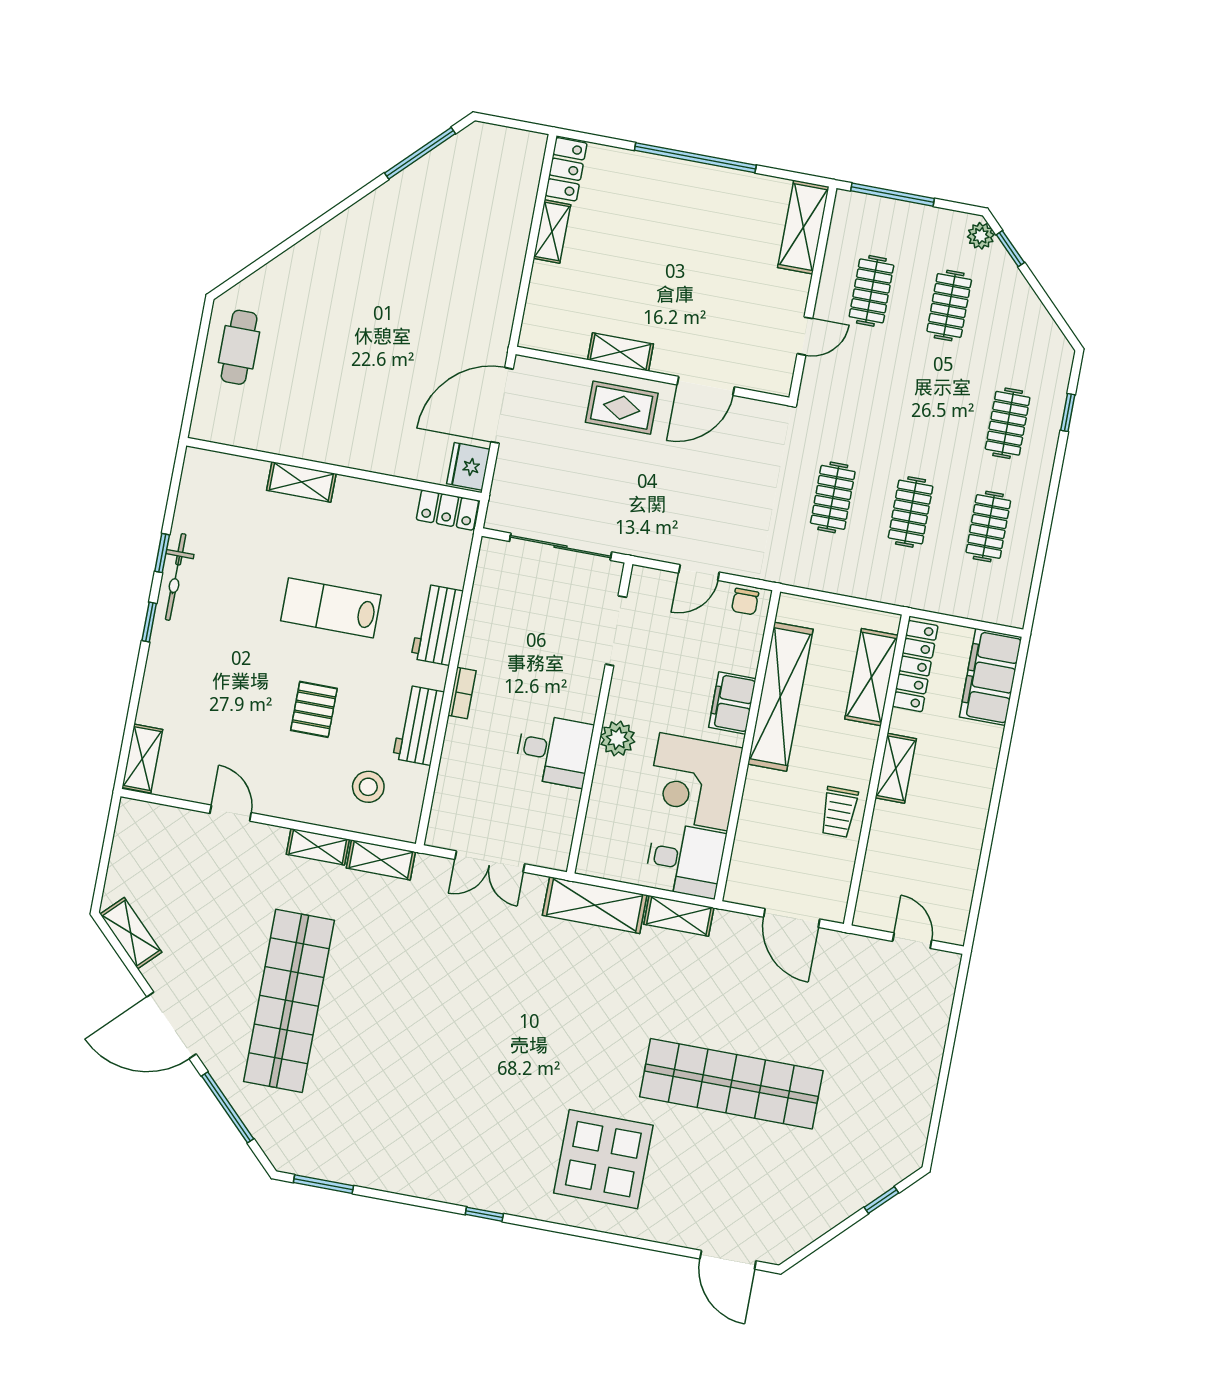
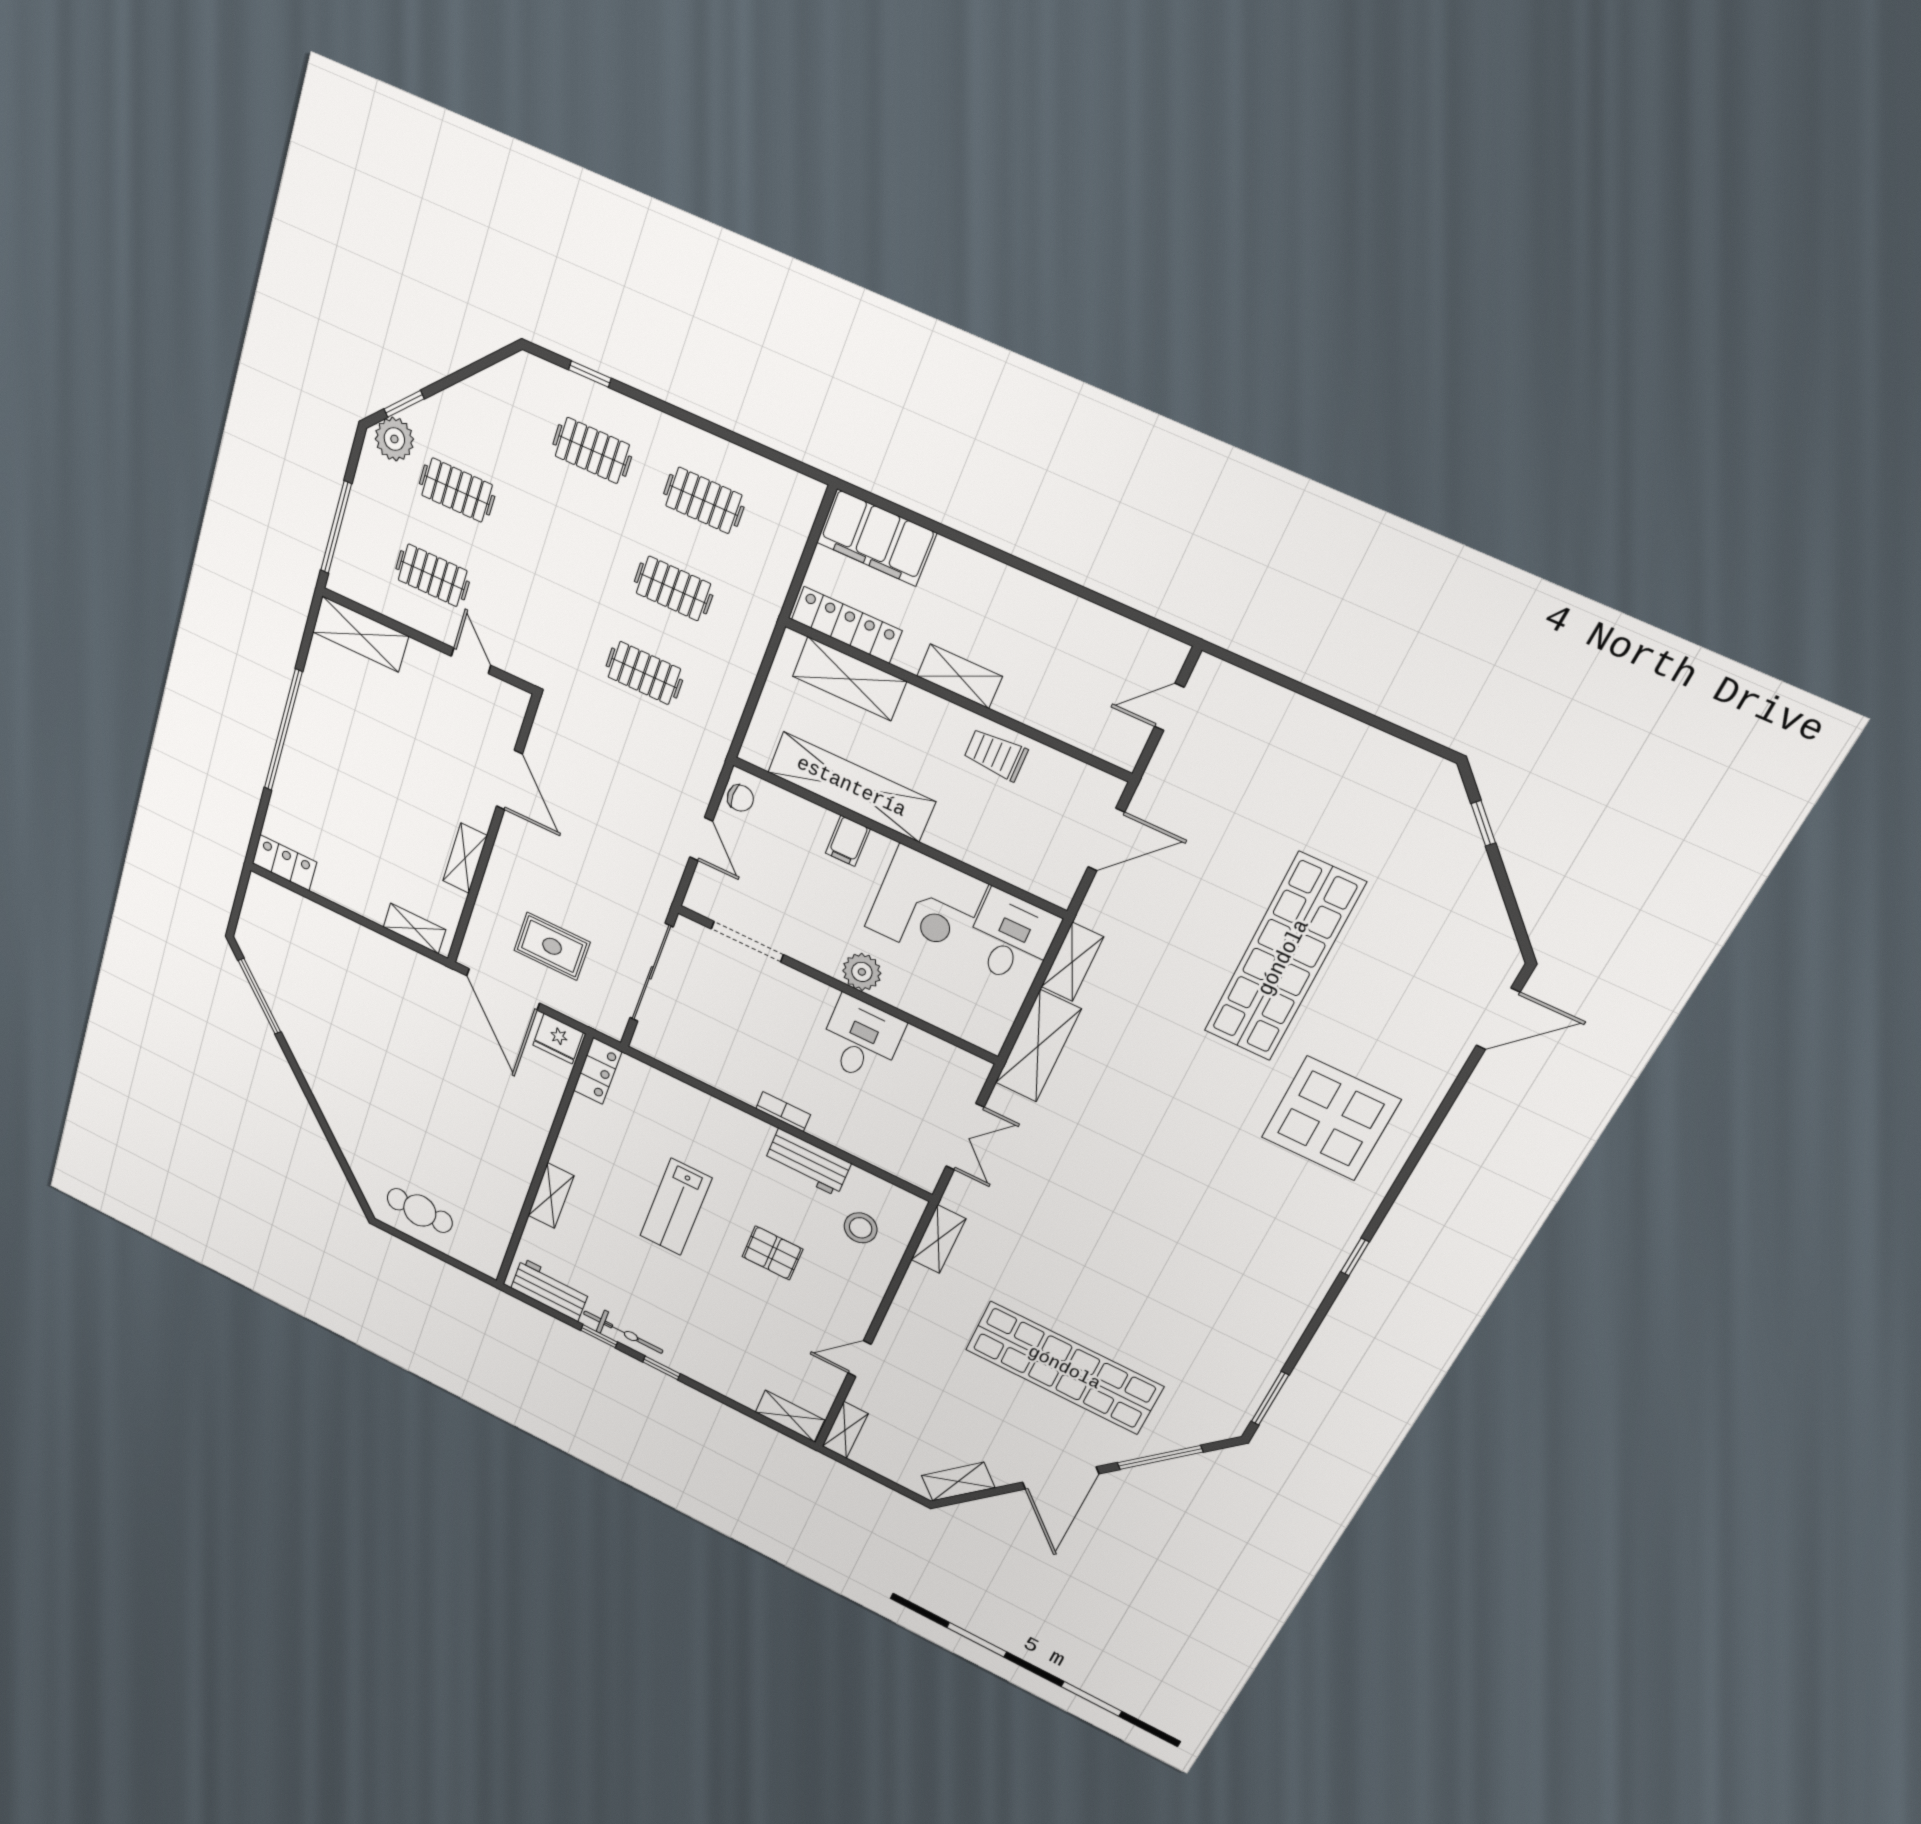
shelving: (552, 232) -> (414, 928), moved
plant: (981, 236) -> (394, 439), width x1.38, depth x1.38
rug: (622, 408) -> (552, 946), moved, turned 90
workbench: (437, 625) -> (550, 1290), moved, turned 180
filing cabinet: (732, 703) -> (848, 841), width x0.50
trolley: (839, 812) -> (996, 755), turned 180
shelving: (318, 847) -> (845, 1430), moved

